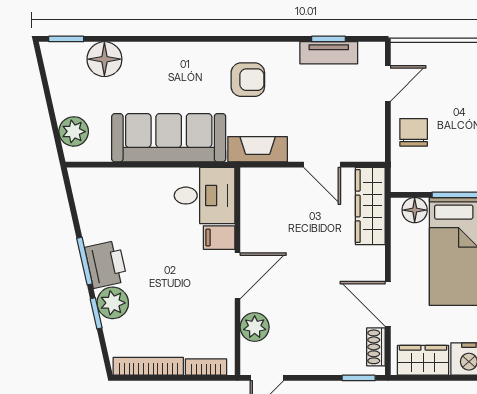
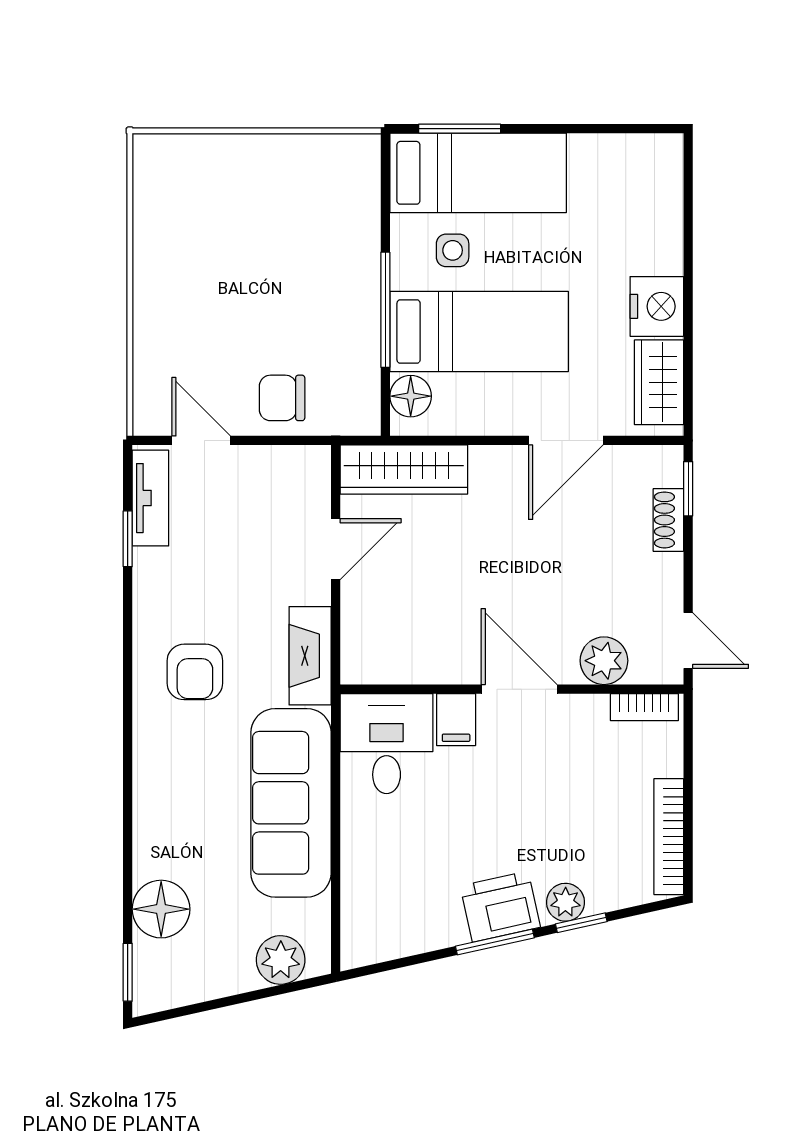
tv unit: (329, 53) -> (150, 498), moved
armchair: (248, 80) -> (195, 672), turned 180
plant: (113, 303) -> (565, 902), width x0.73, depth x0.73
shoe rack: (376, 347) -> (668, 520), moved, turned 90
bookcase: (206, 367) -> (644, 707), moved, turned -90

